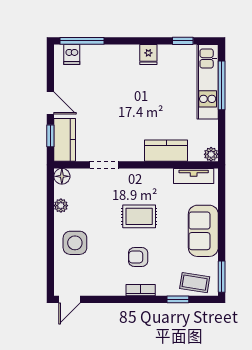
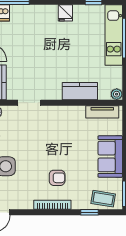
rug: (139, 216) -> (58, 145), removed
armchair: (138, 257) -> (57, 178), turned 180
bookcase: (141, 290) -> (52, 205), width x1.56

